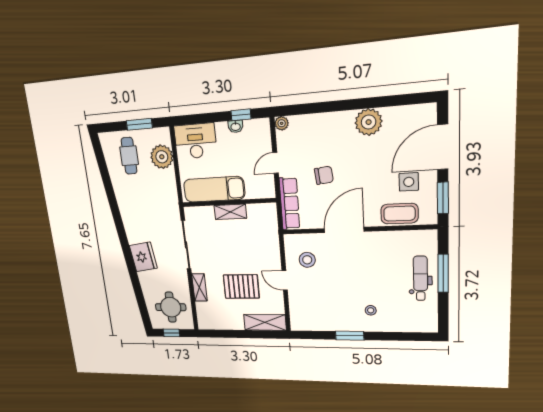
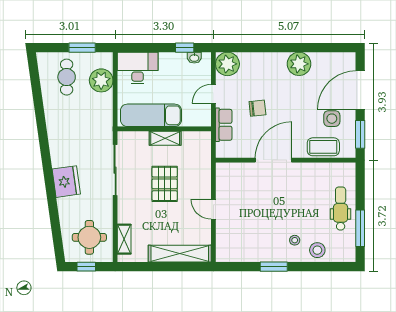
plant: (282, 123) -> (227, 64), width x1.87, depth x1.87
washbasin: (236, 126) -> (194, 58), moved
row of seats: (289, 204) -> (224, 125), width x0.68
stool: (307, 260) -> (317, 250), moved
window: (443, 273) -> (360, 228), moved
shelving: (199, 287) -> (124, 239), moved
pallet: (241, 287) -> (165, 184), moved, turned 90
shelving: (265, 322) -> (180, 254), width x1.47

